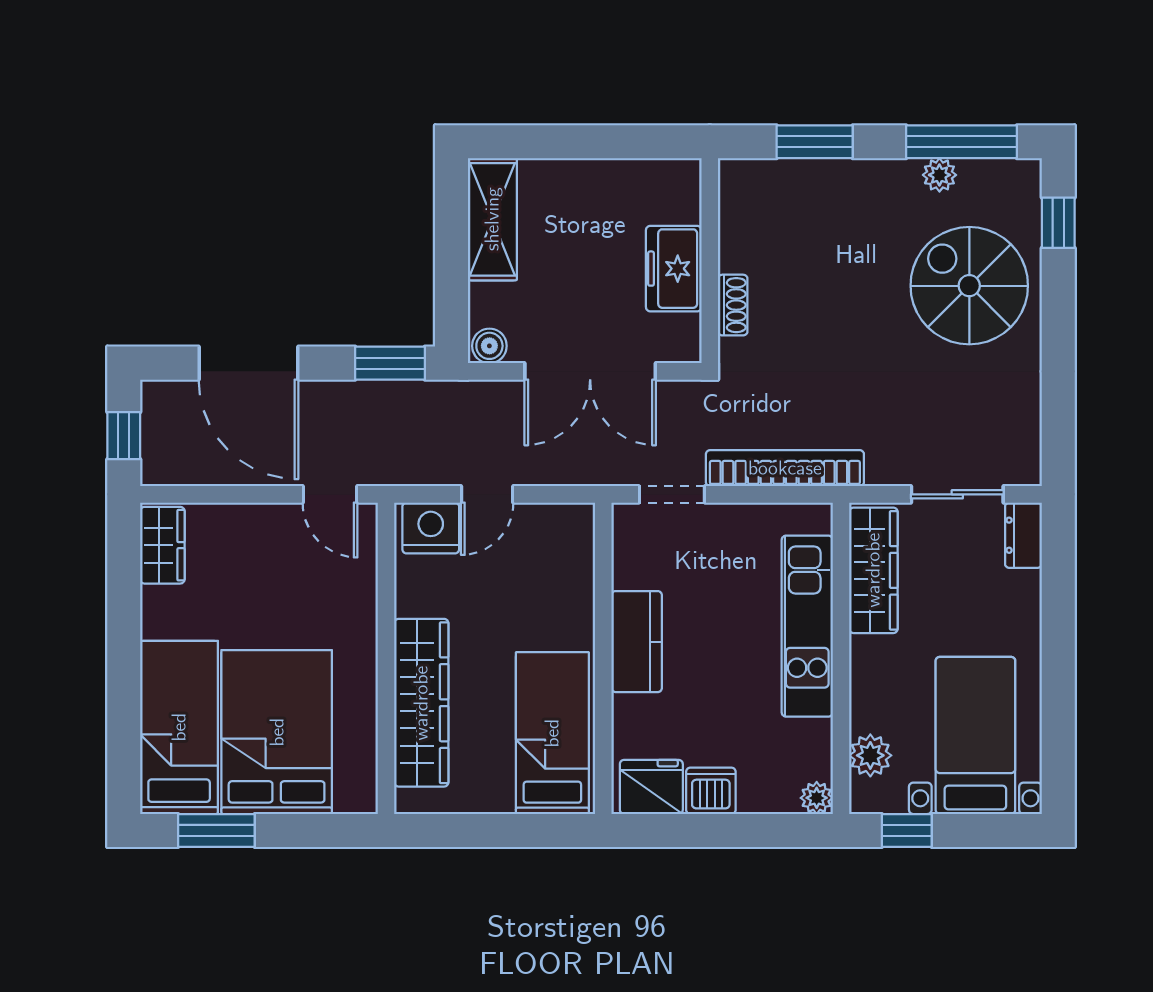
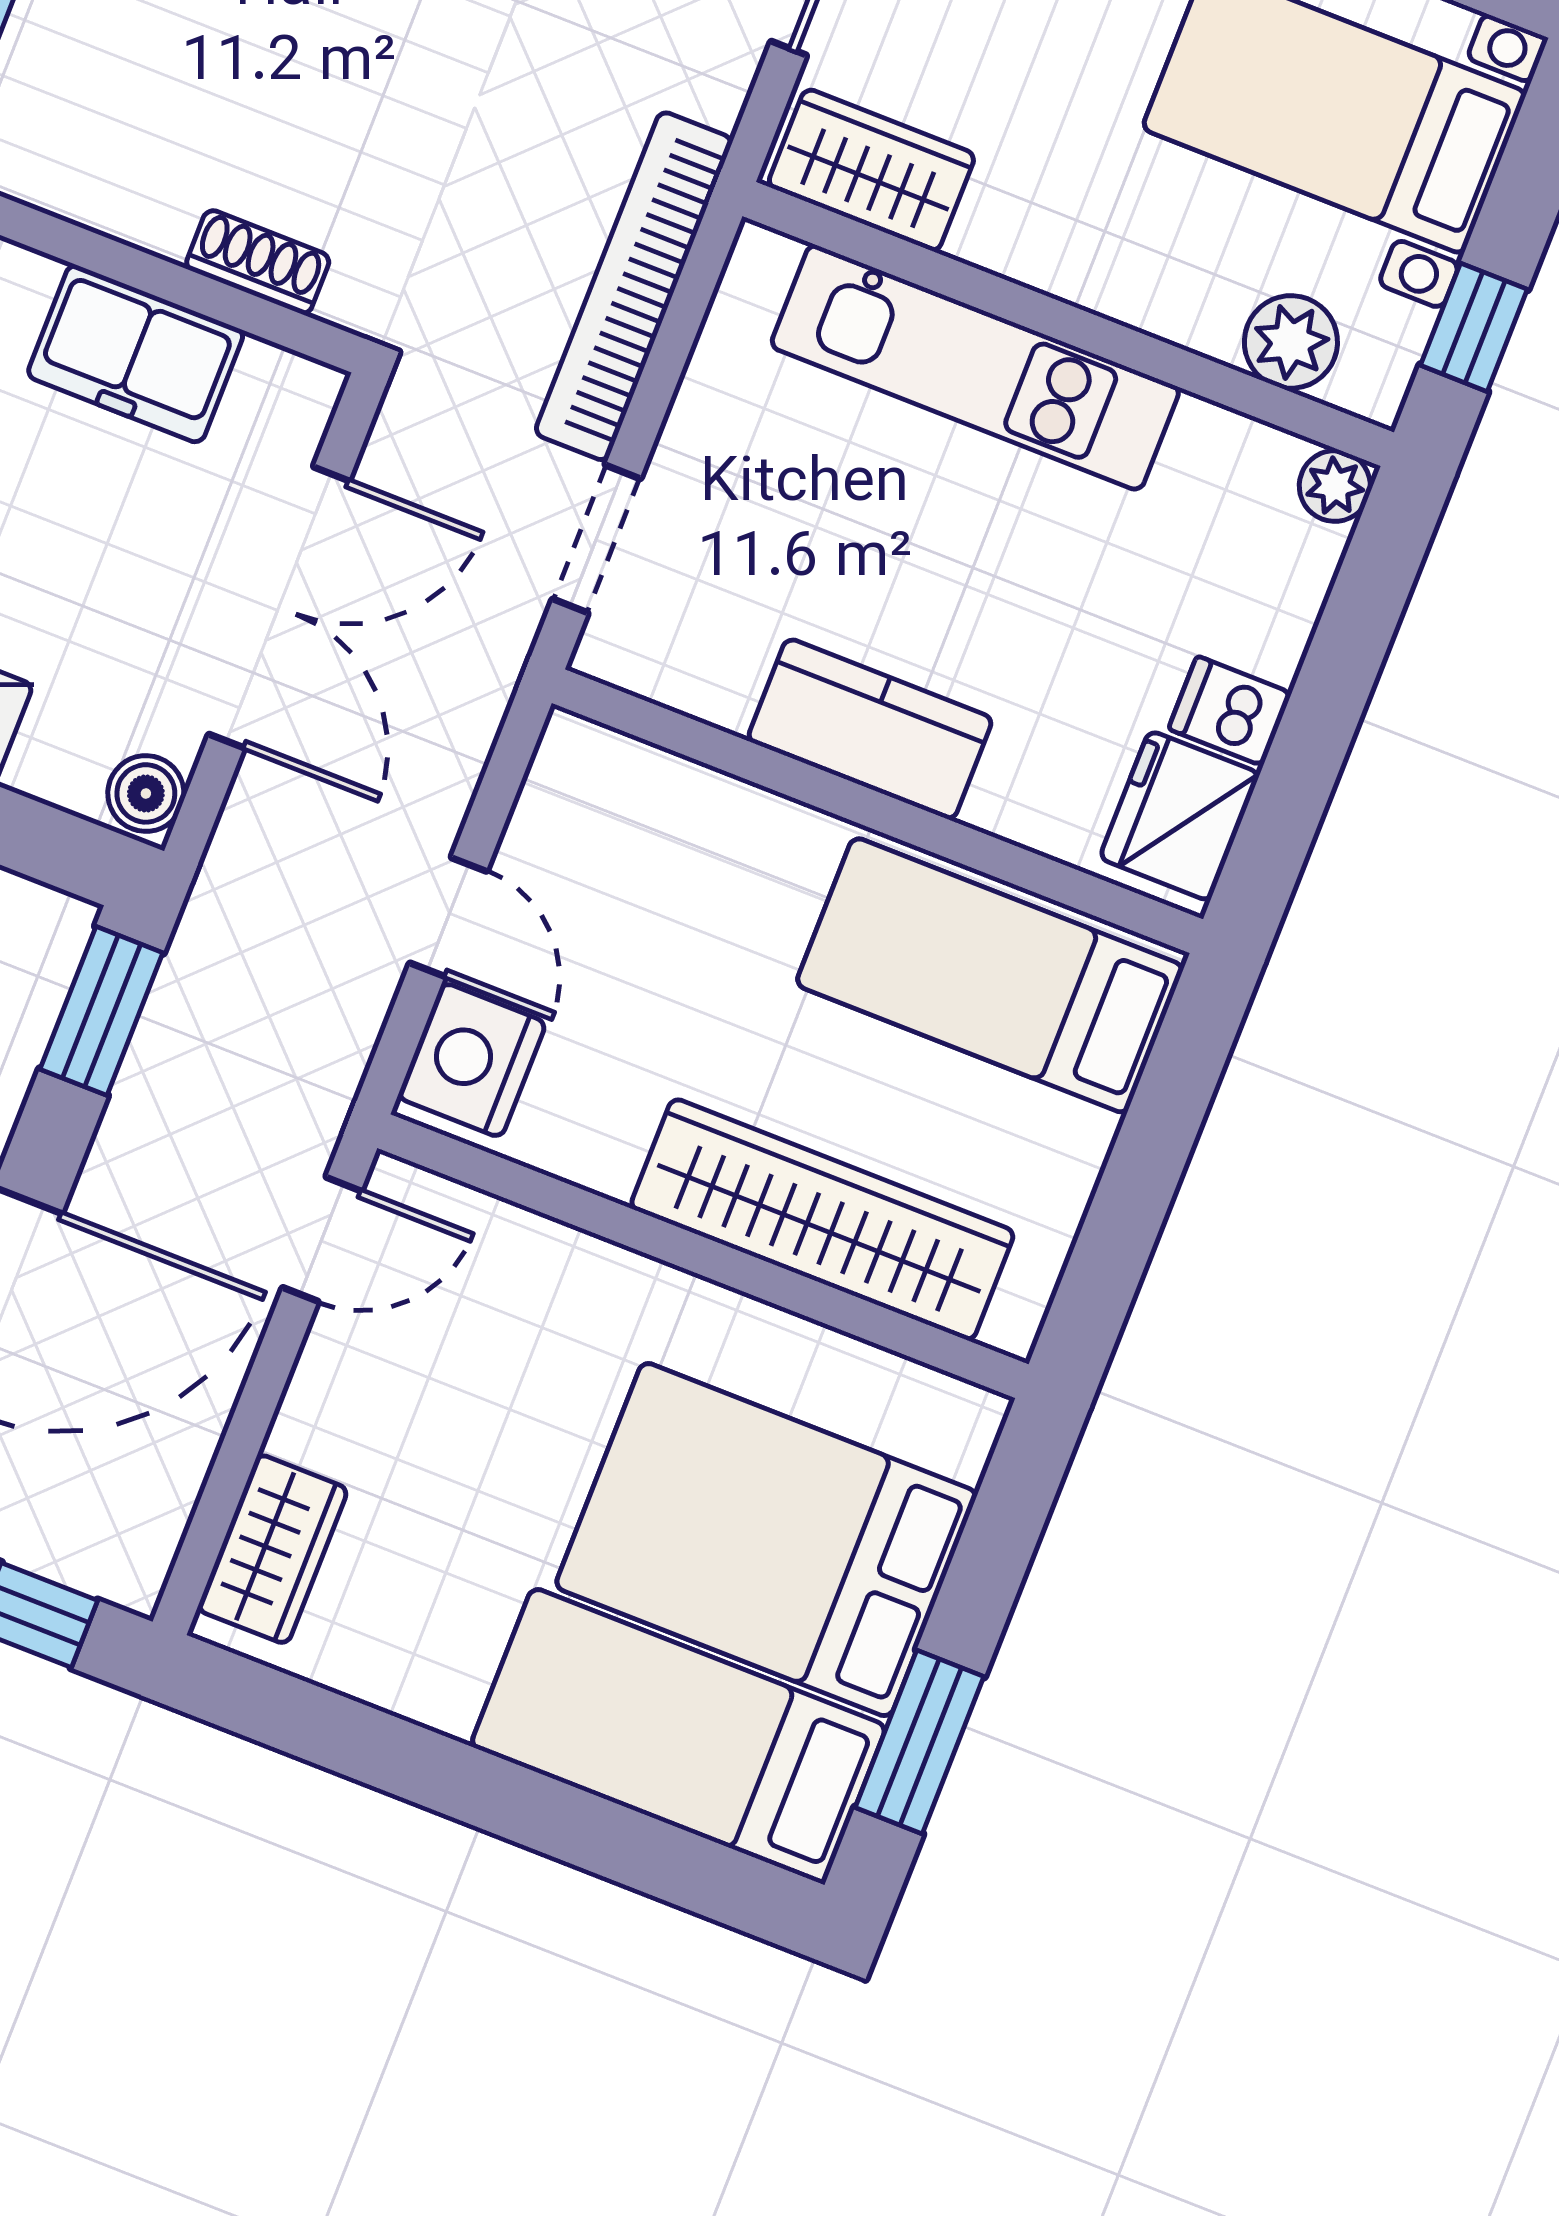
wardrobe: (162, 545) -> (273, 1549), moved, turned 90
wardrobe: (873, 570) -> (871, 170), width x0.67
dishwasher: (711, 791) -> (1230, 711), width x0.73

